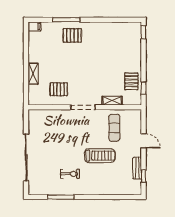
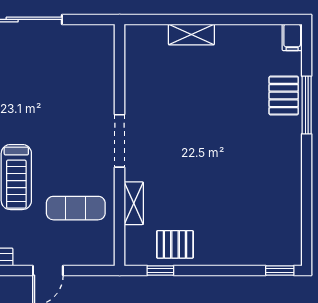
pallet: (72, 35) -> (284, 96), moved
pallet: (59, 89) -> (158, 89), removed

